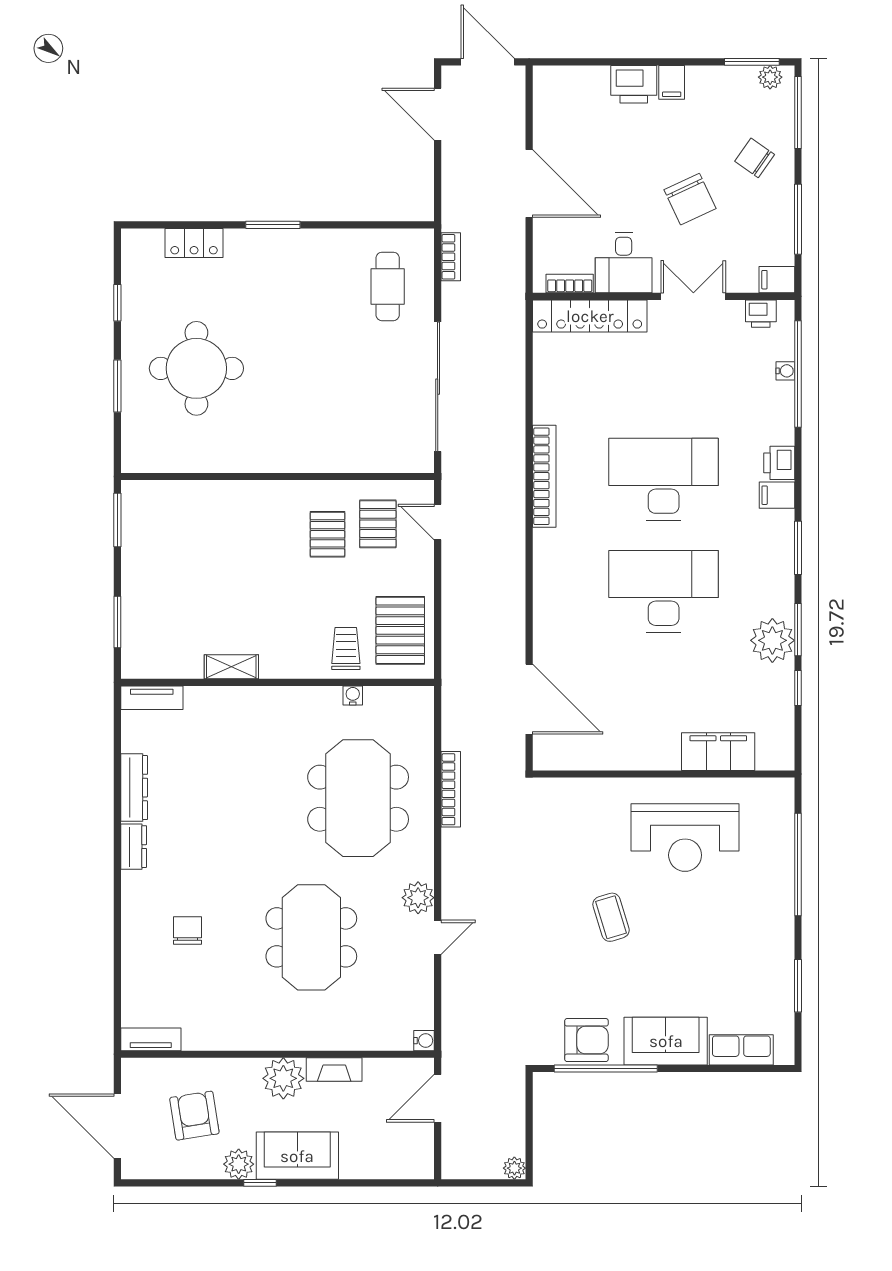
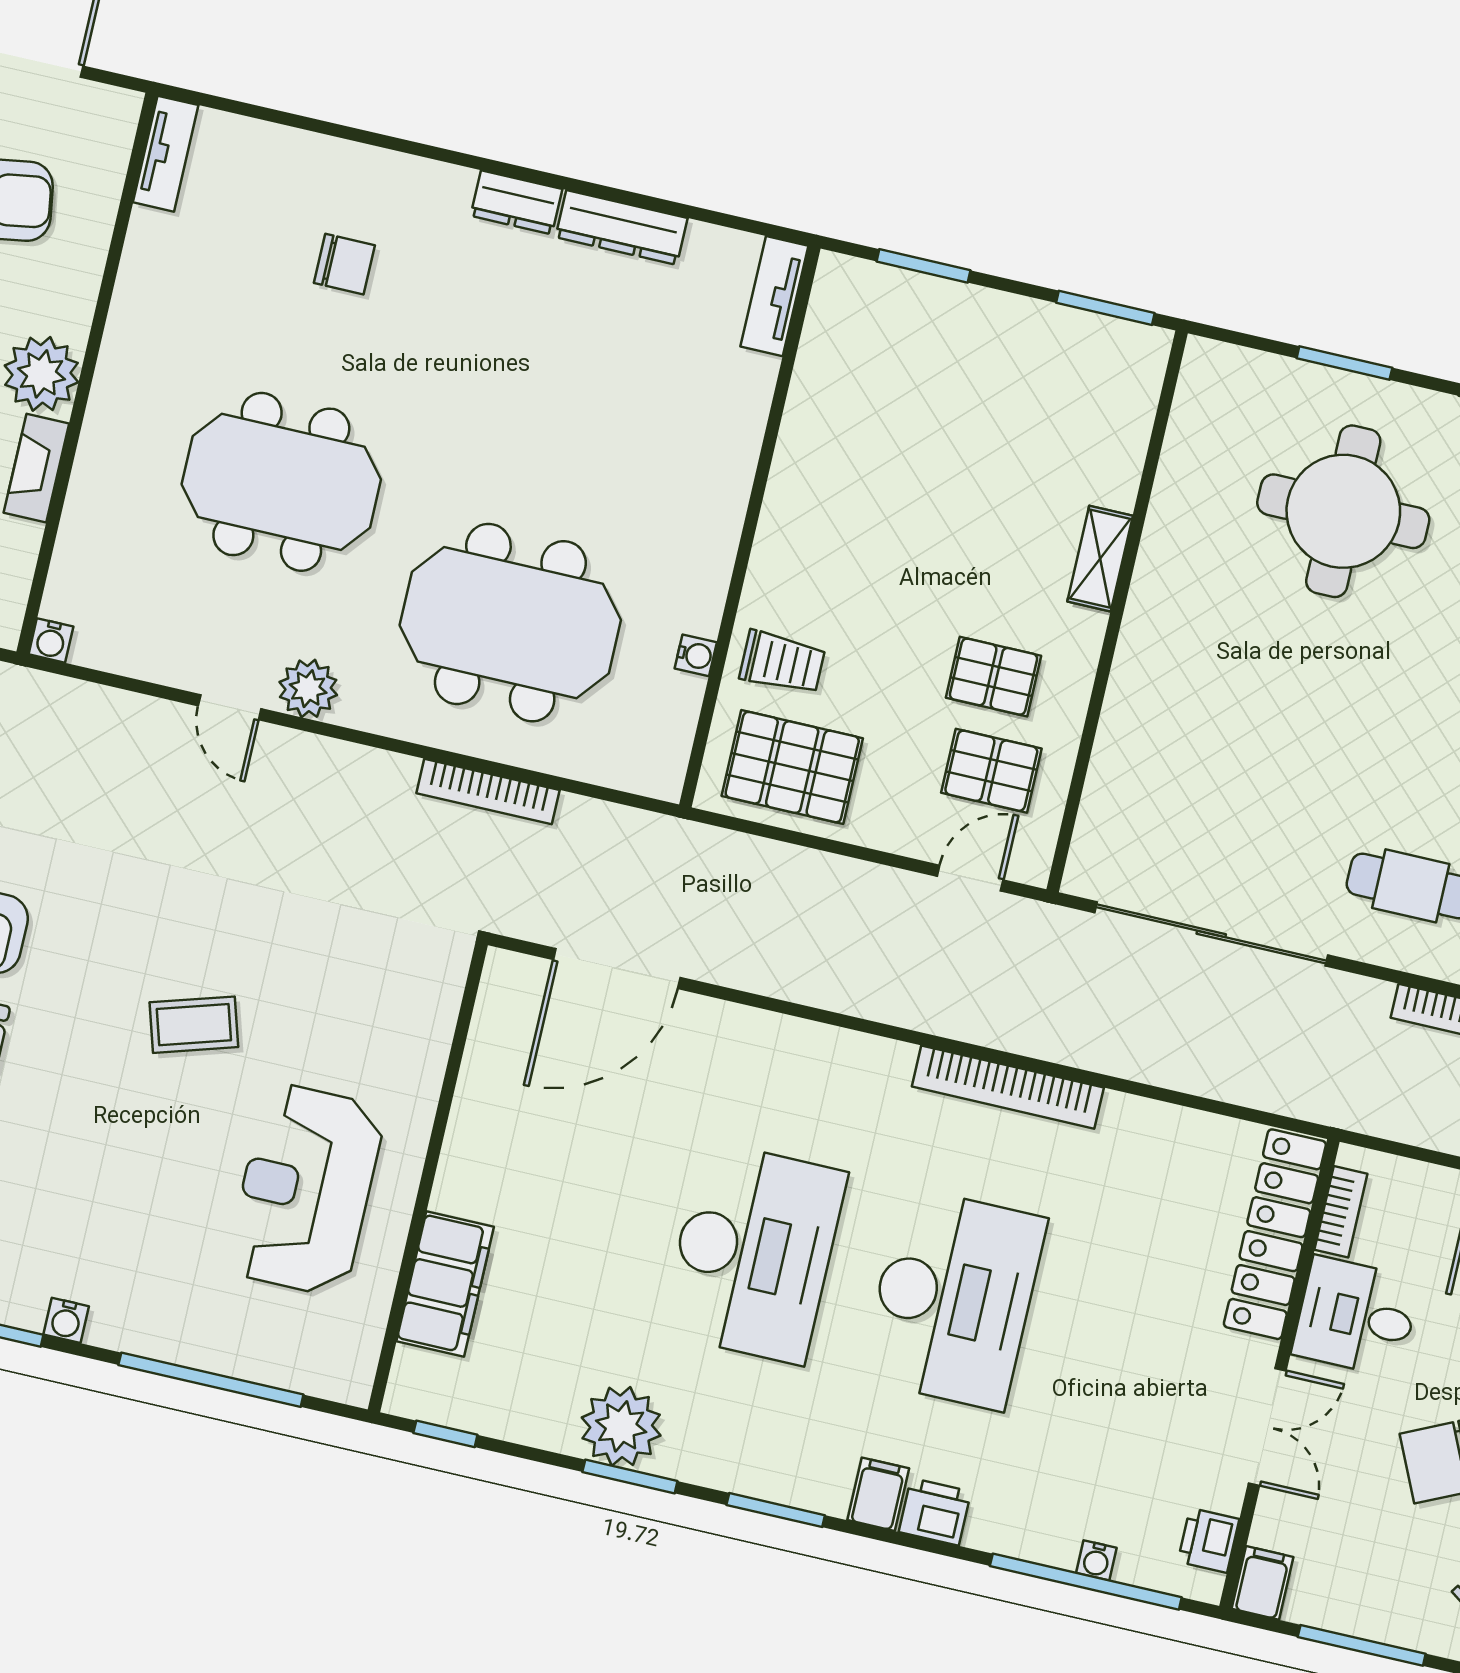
shelving: (231, 667) -> (1100, 559), moved
window: (798, 688) -> (445, 1434), moved
water cooler: (784, 949) -> (66, 1320), added

